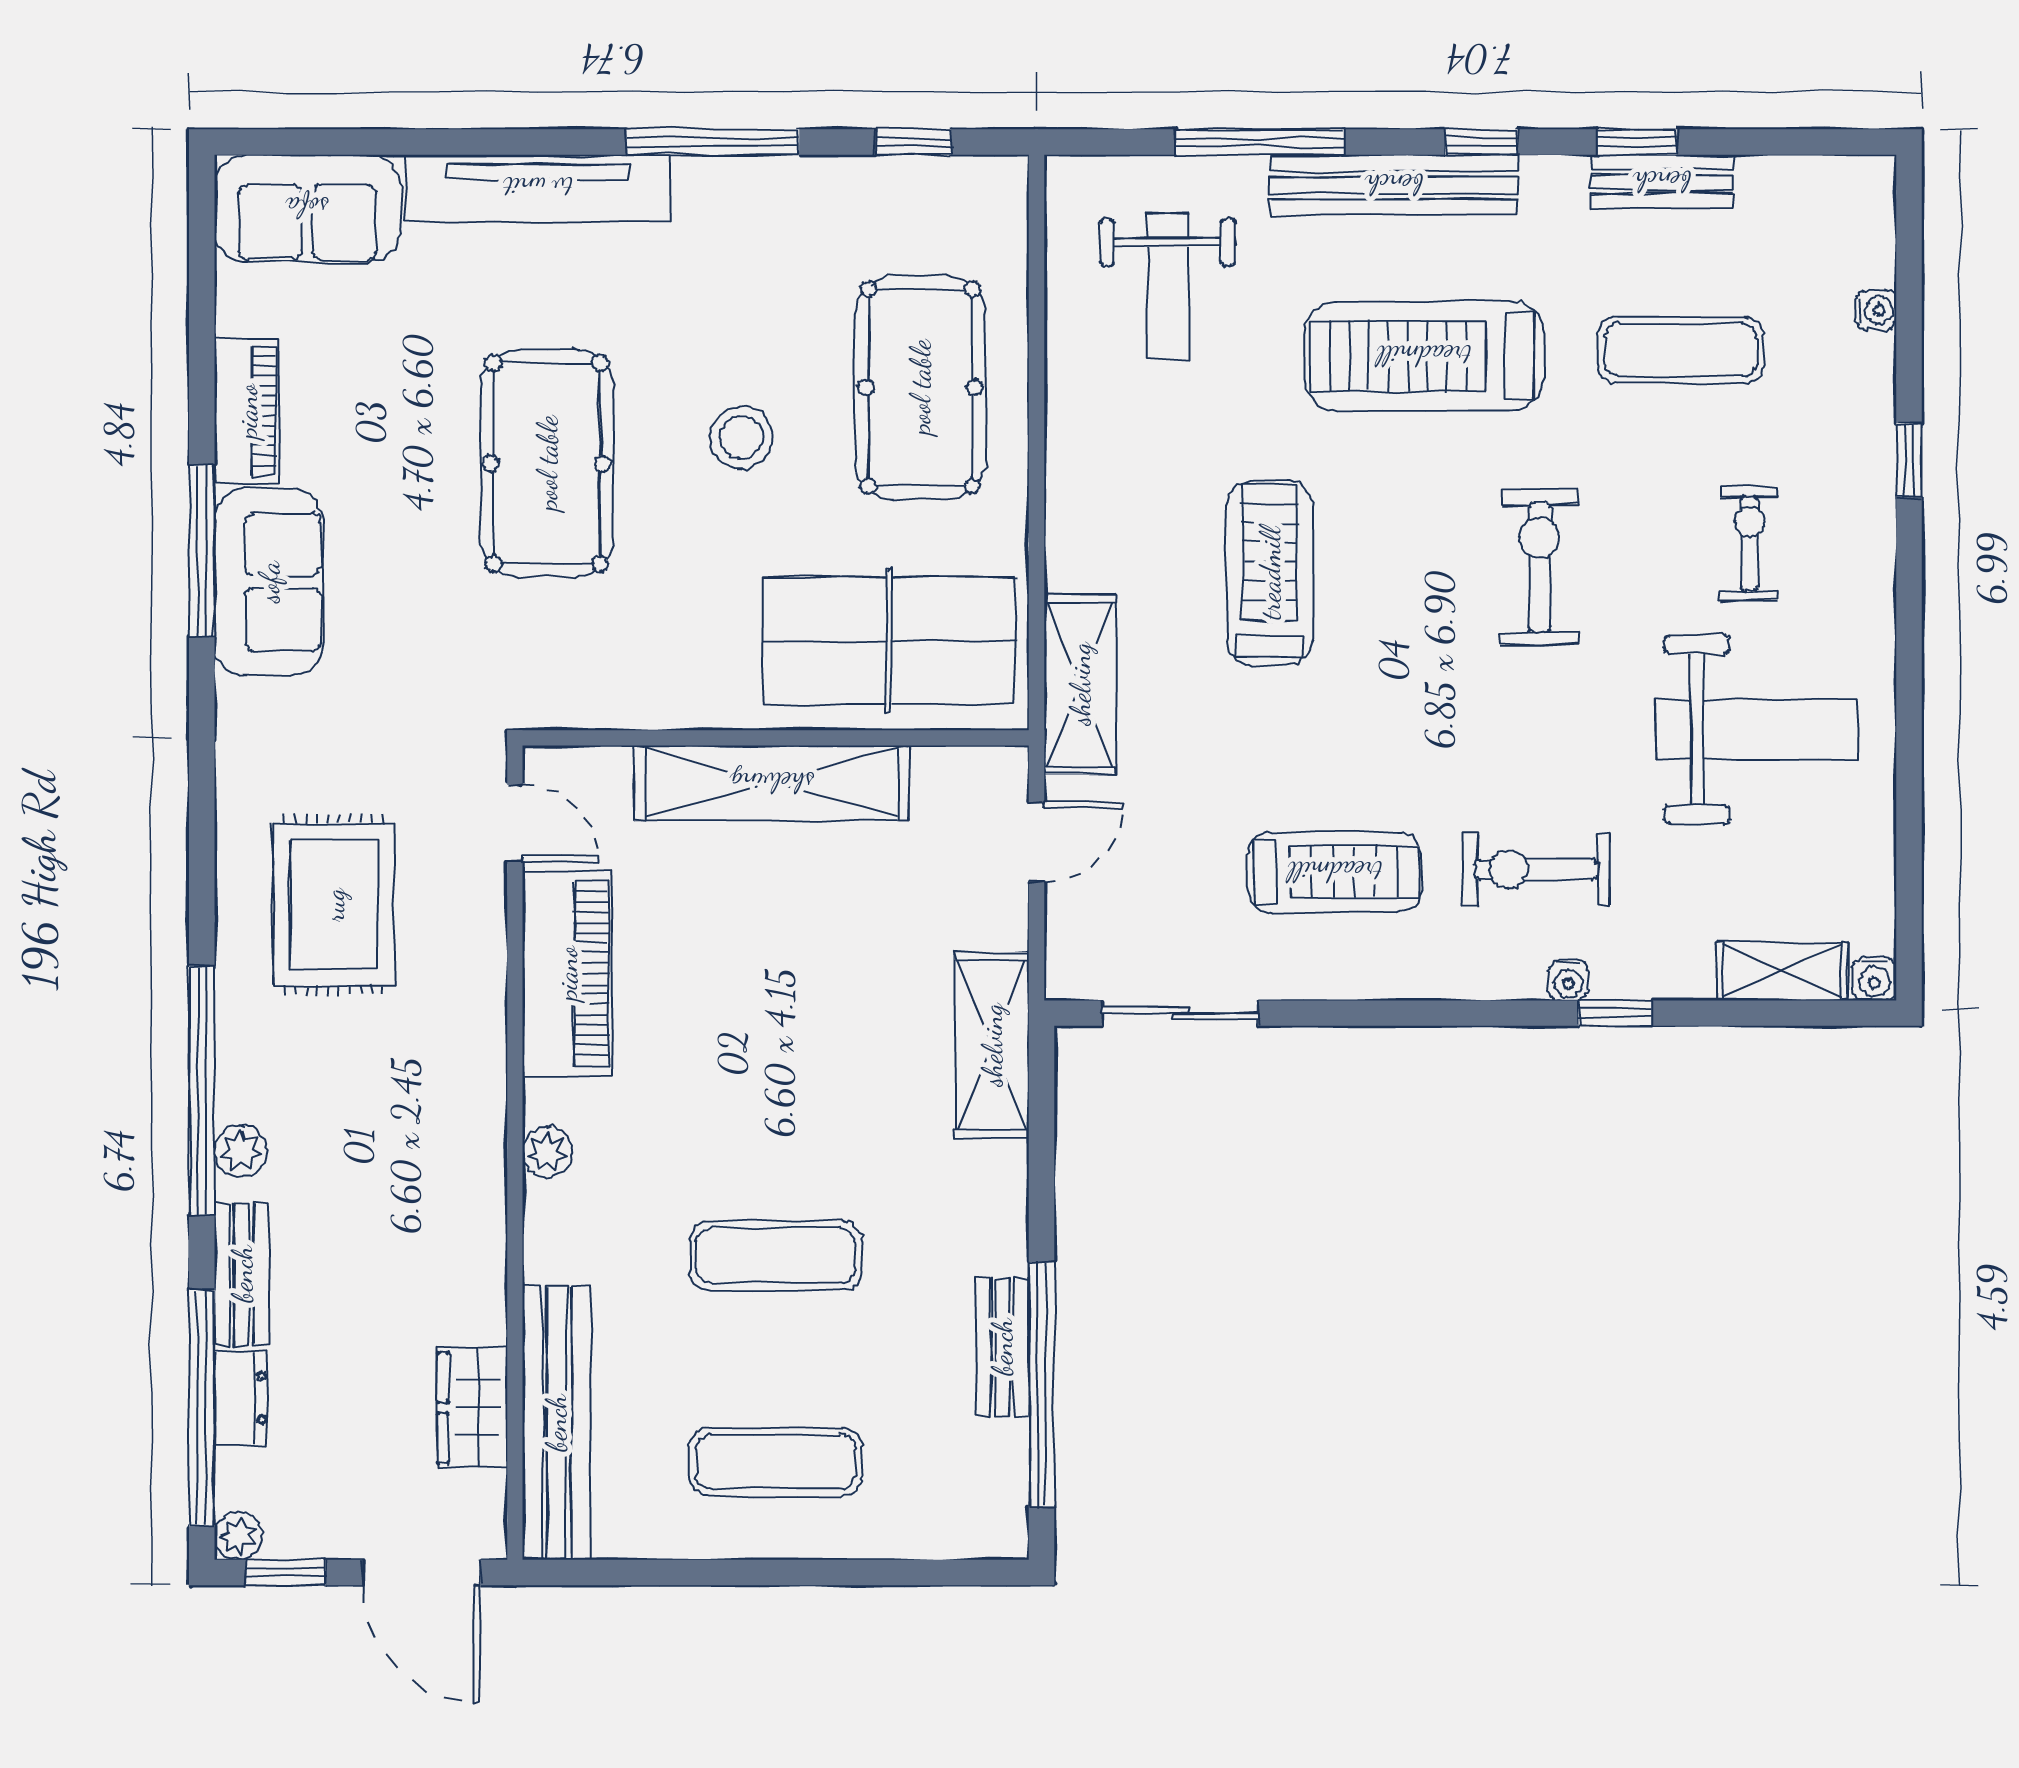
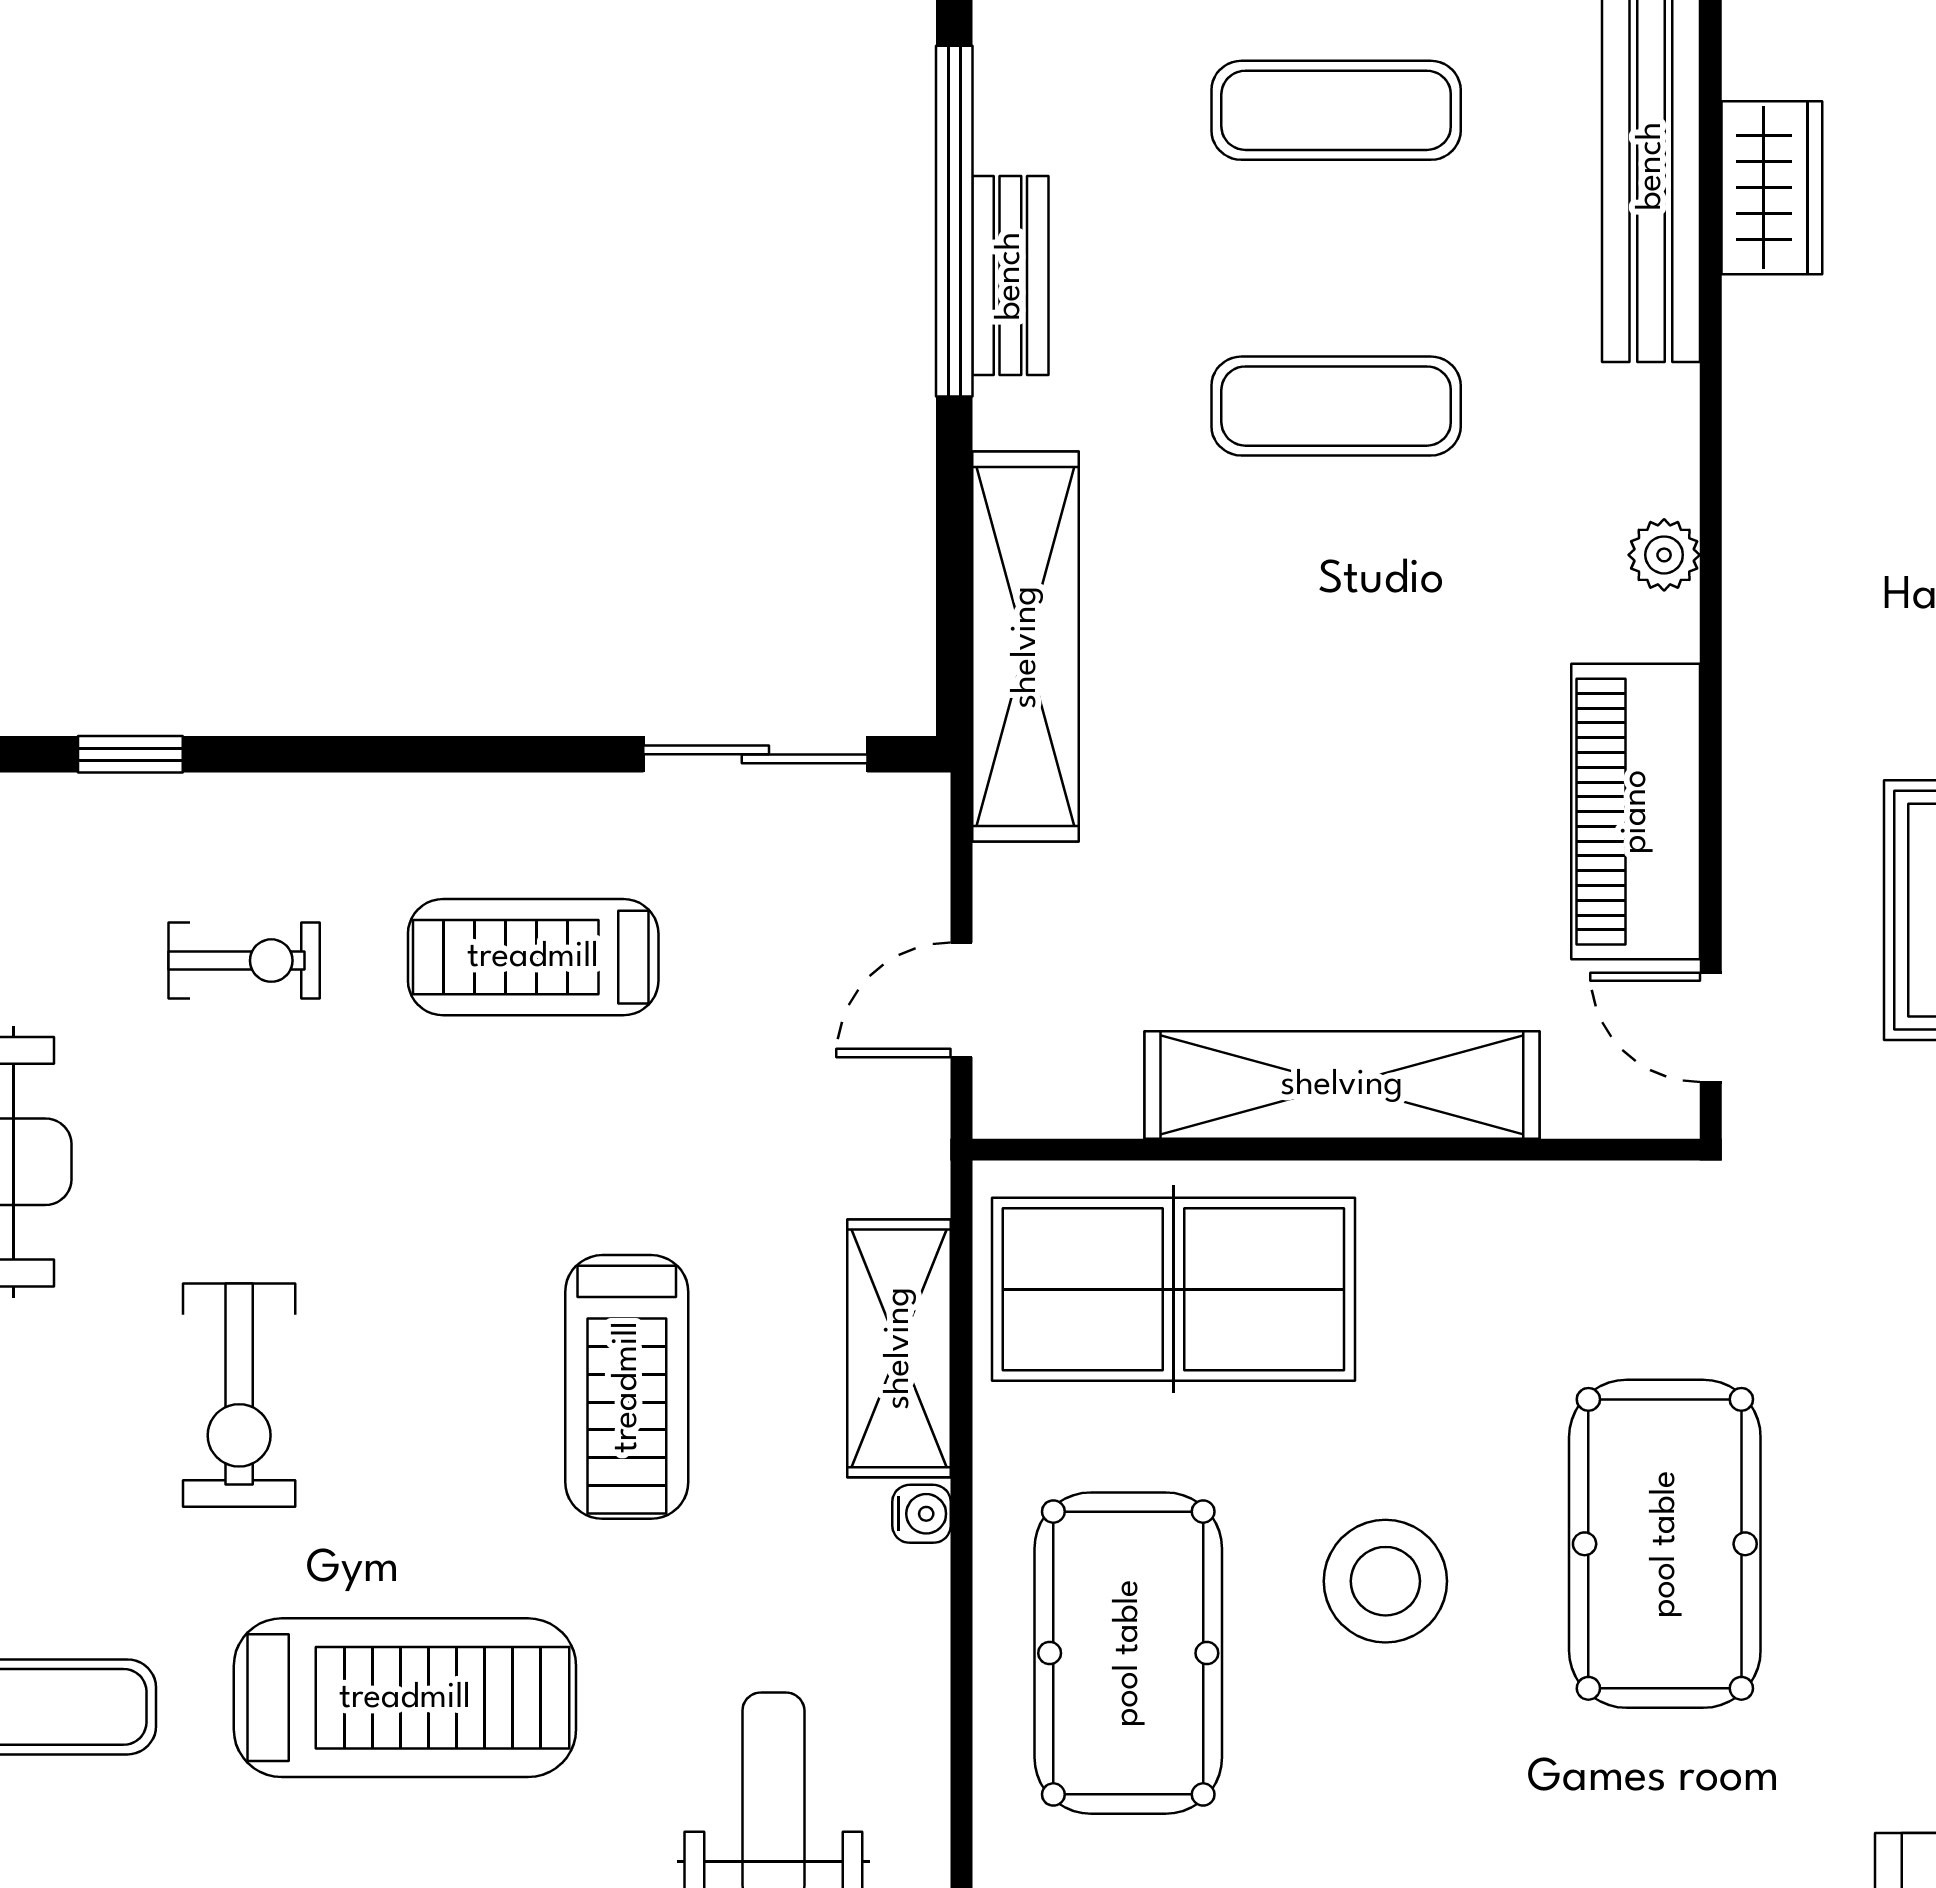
stool: (741, 437) -> (1385, 1581), width x1.38, depth x1.38
shelving: (1080, 684) -> (899, 1348), moved
exercise bike: (1536, 870) -> (244, 961), width x0.73, depth x0.72
water cooler: (1568, 980) -> (922, 1514), moved, turned 90
shelving: (992, 1045) -> (1026, 647), width x1.47

